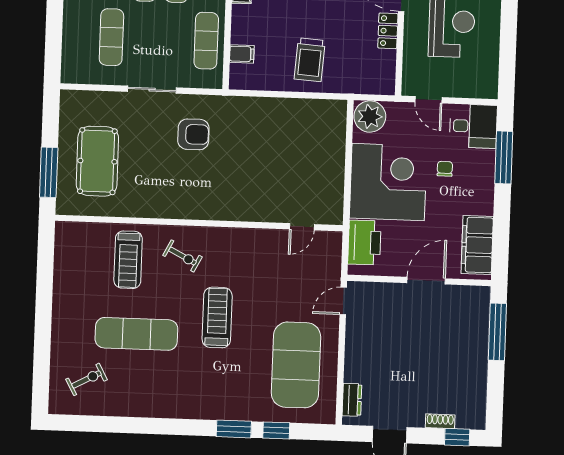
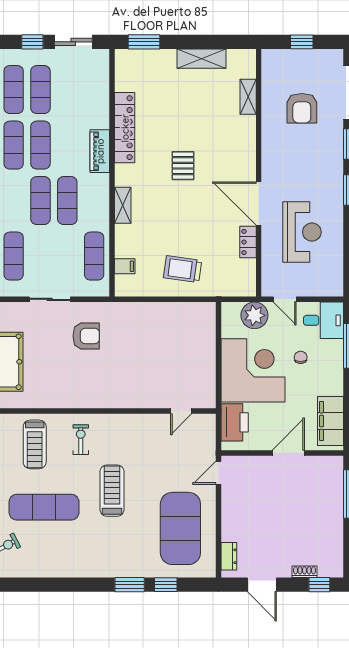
trolley: (310, 60) -> (183, 269), turned 94
plant: (370, 117) -> (254, 315), moved
exercise bike: (183, 256) -> (81, 440), turned -117

